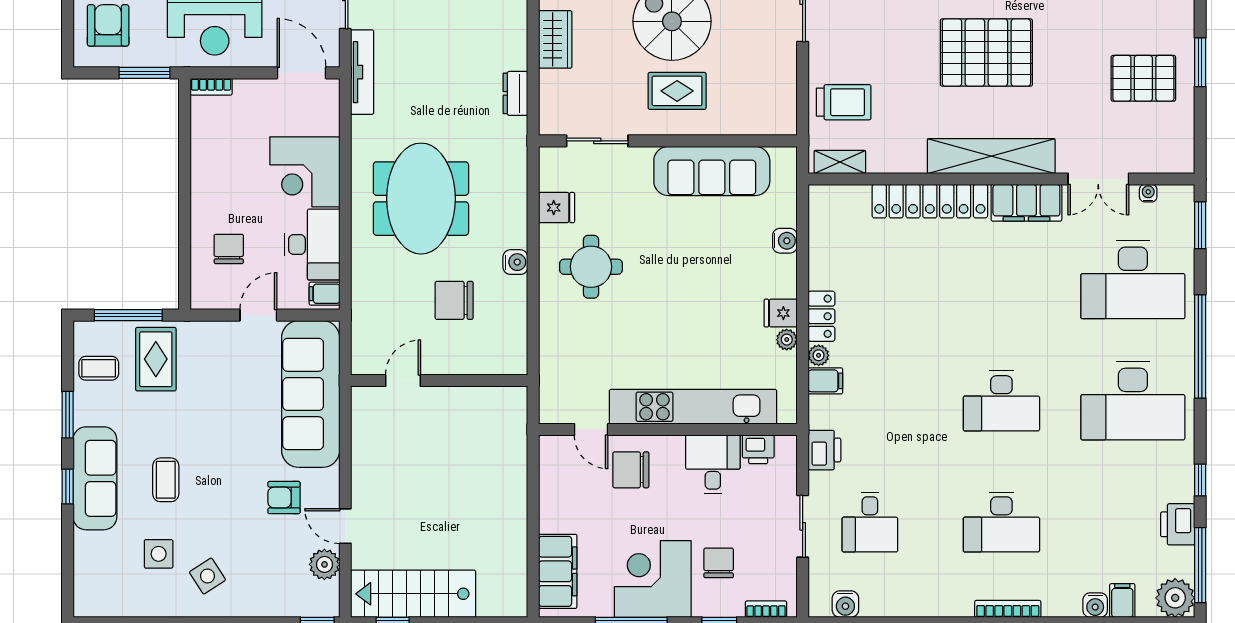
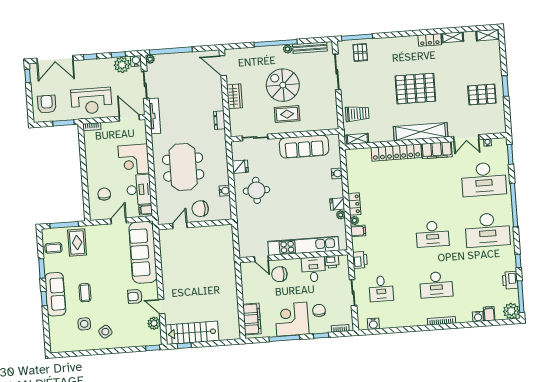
door: (403, 380) -> (180, 226), moved
wall: (439, 380) -> (195, 224), moved

